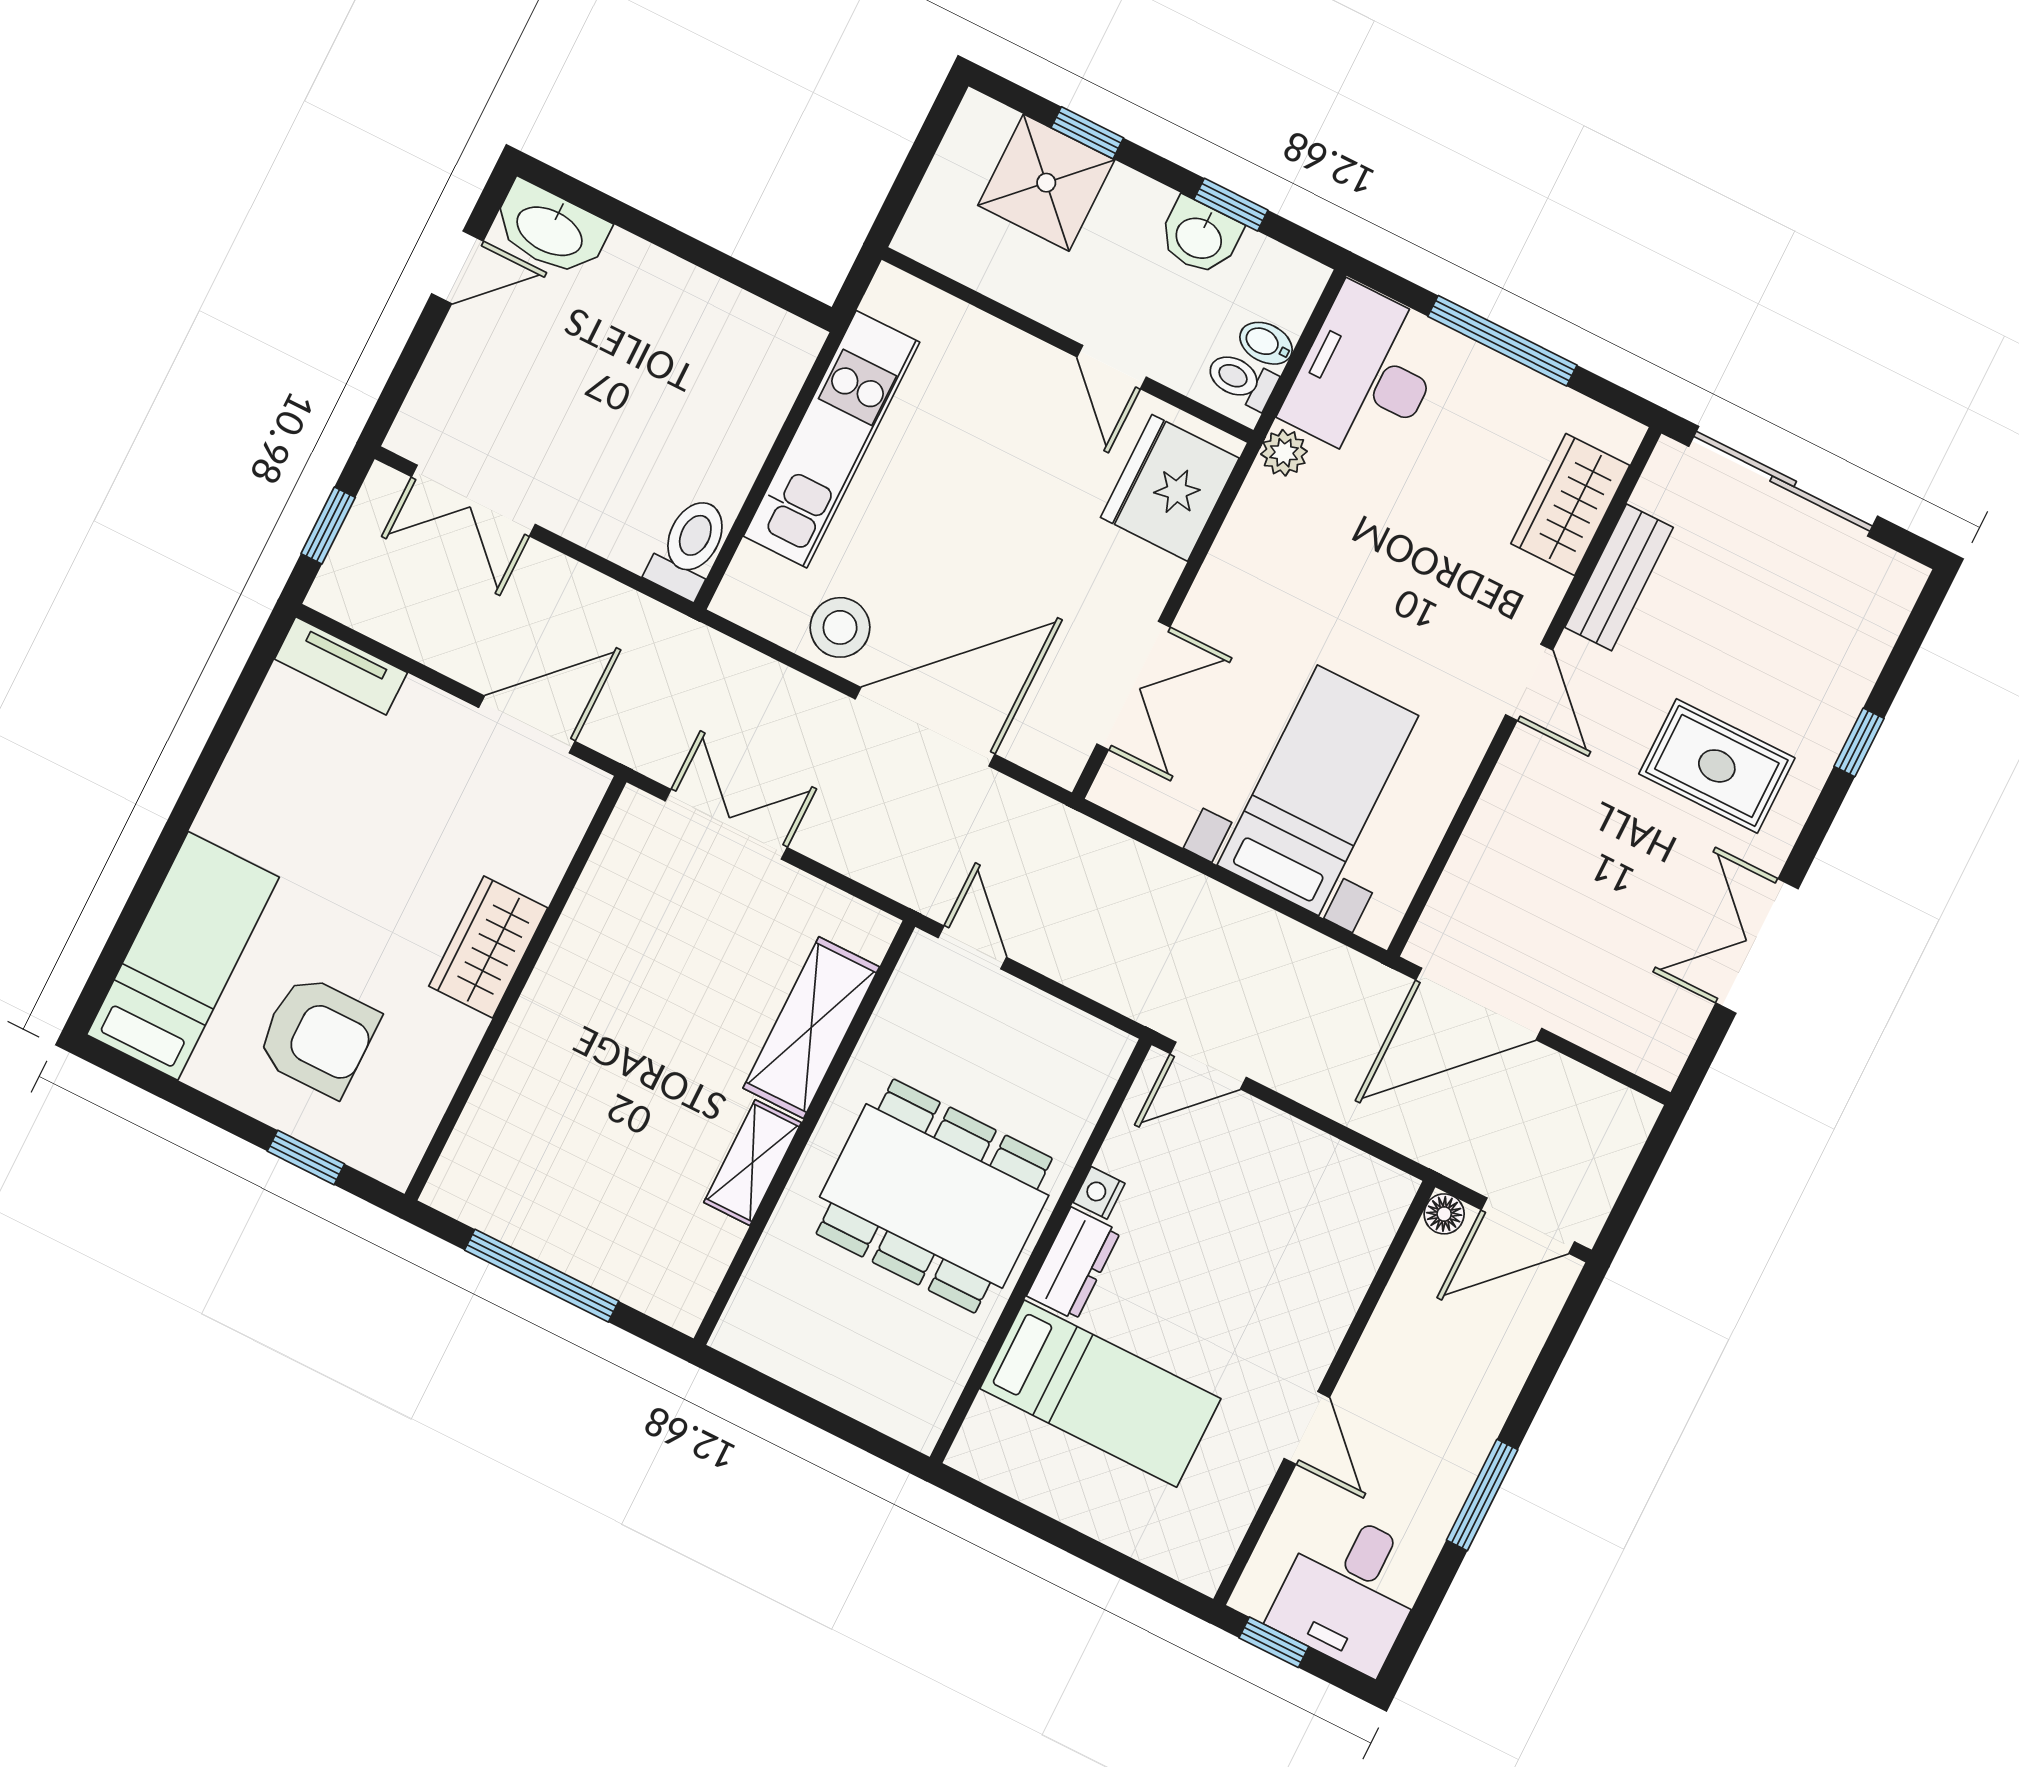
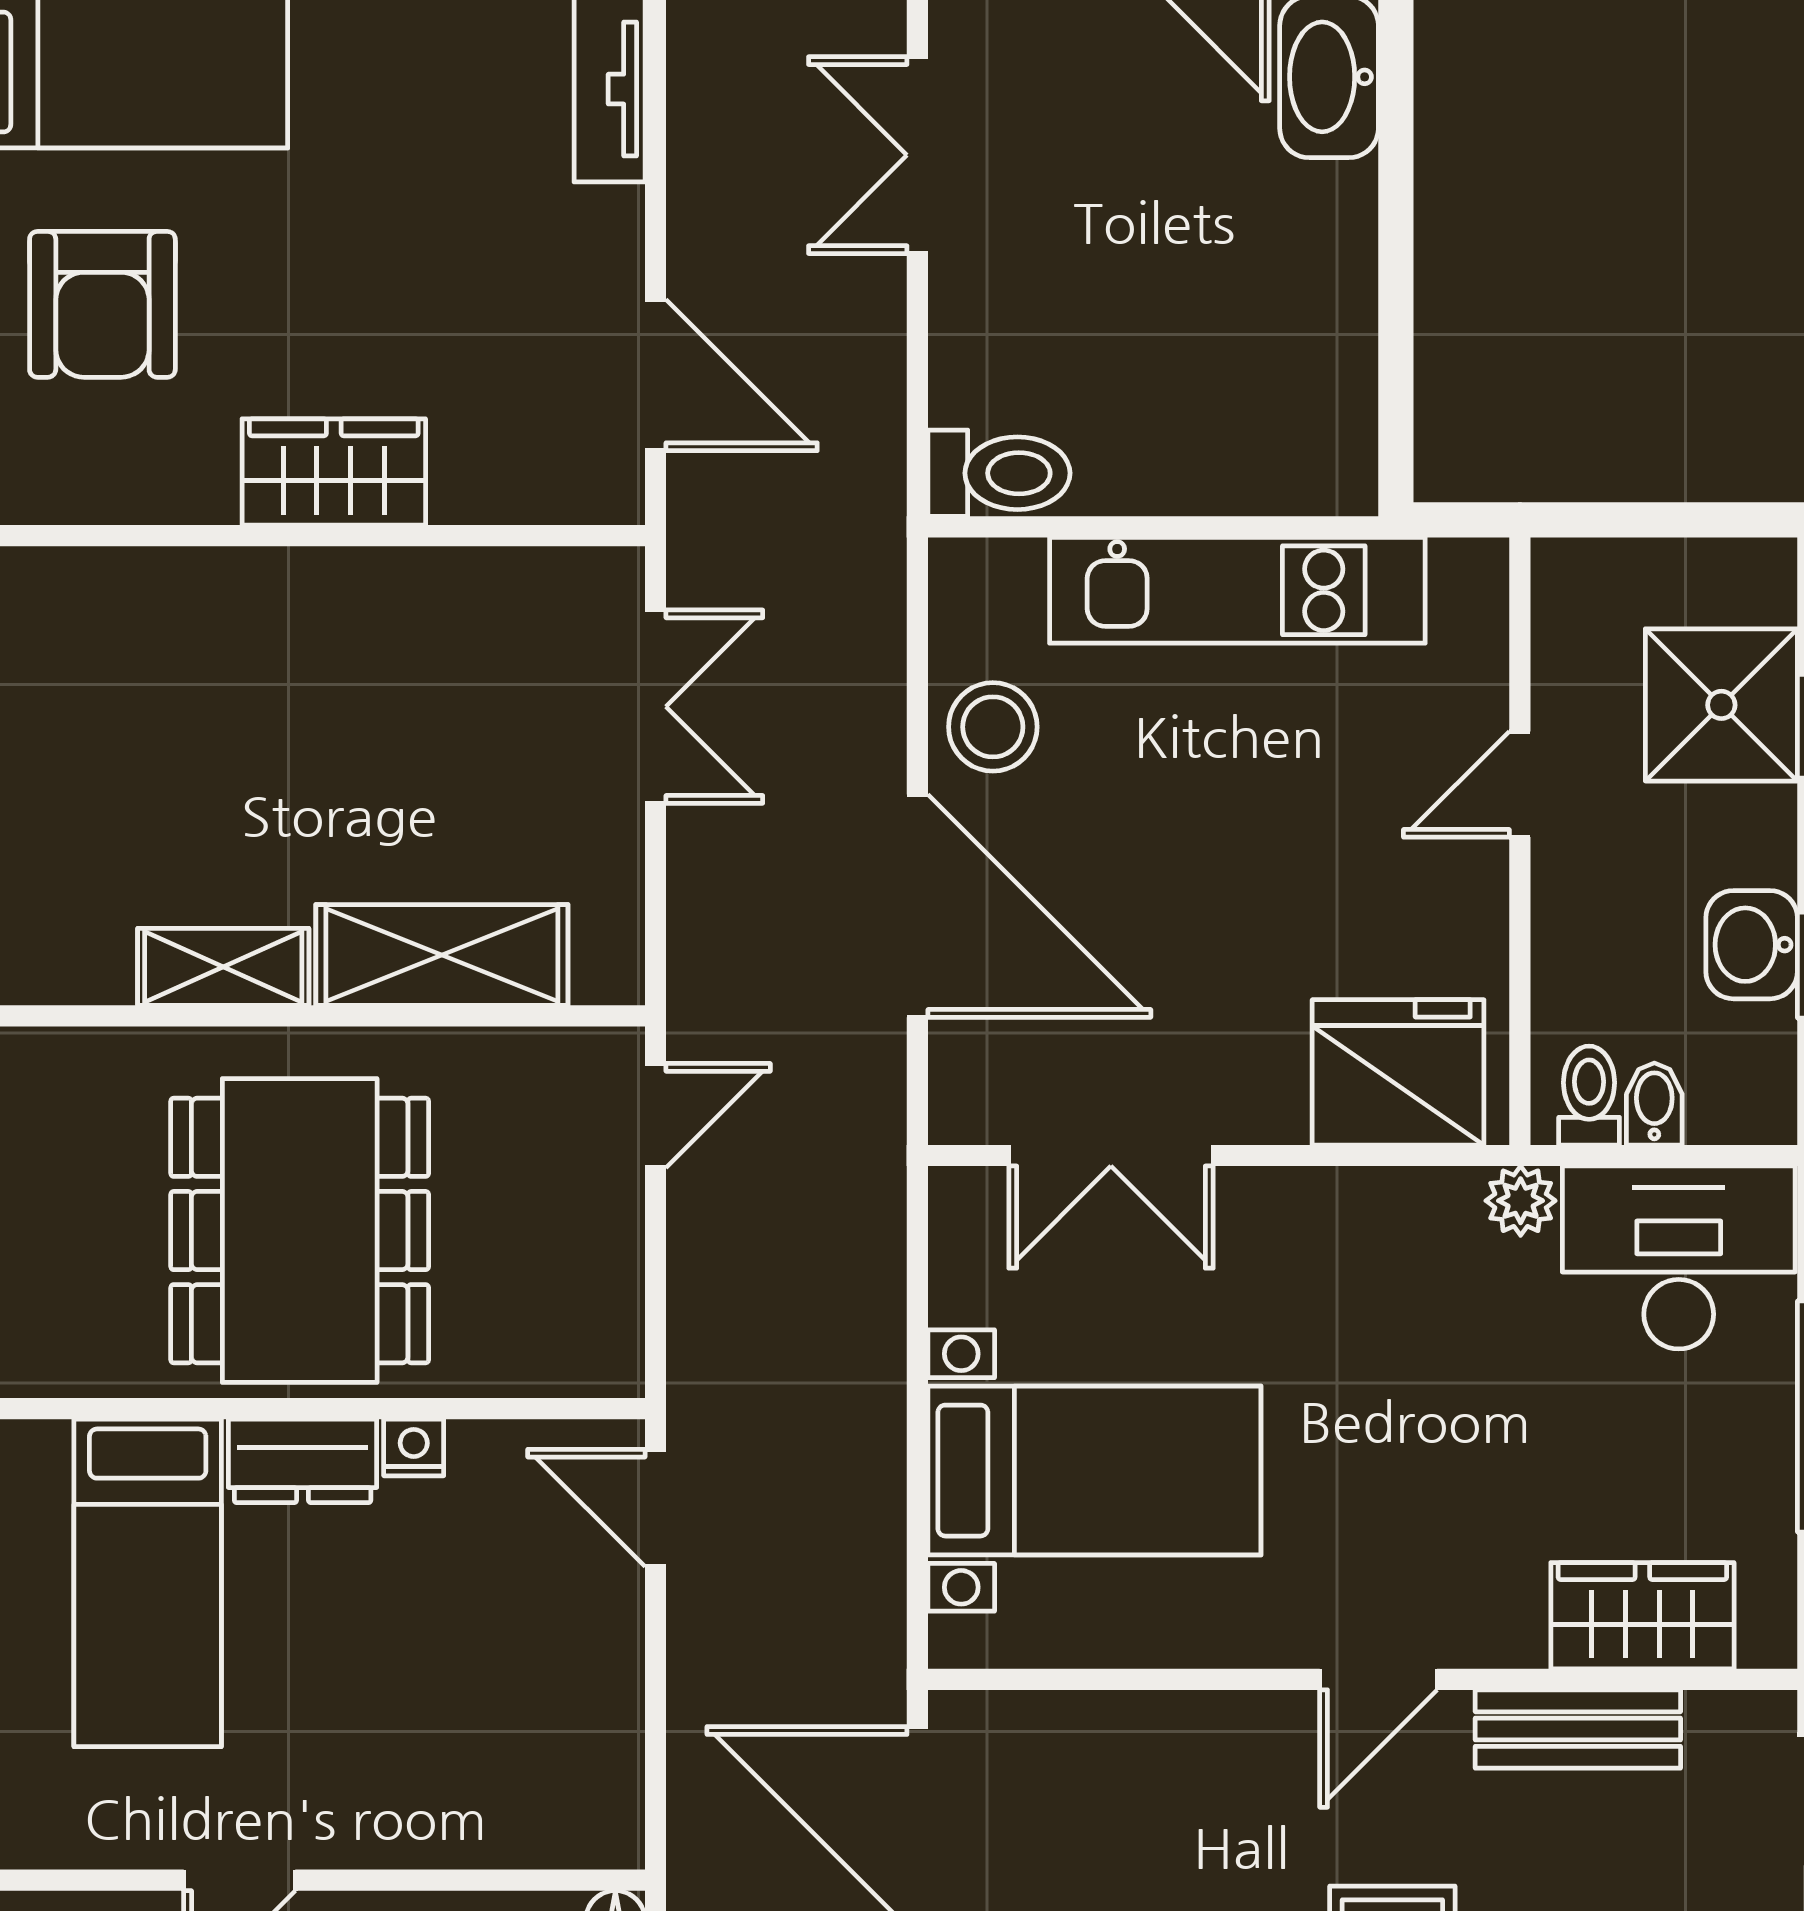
door: (1112, 367) -> (1520, 784), moved

